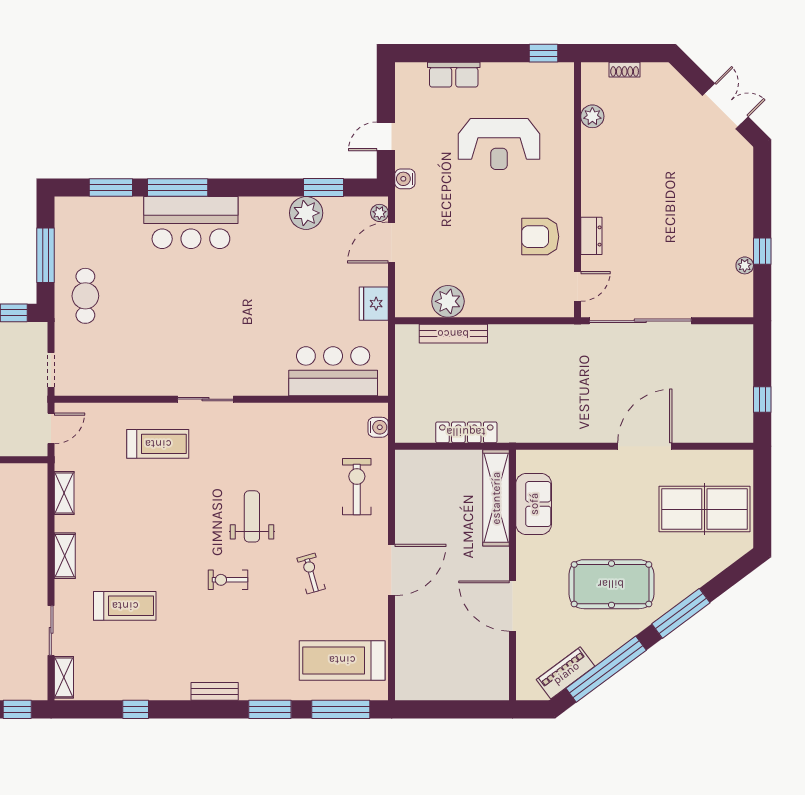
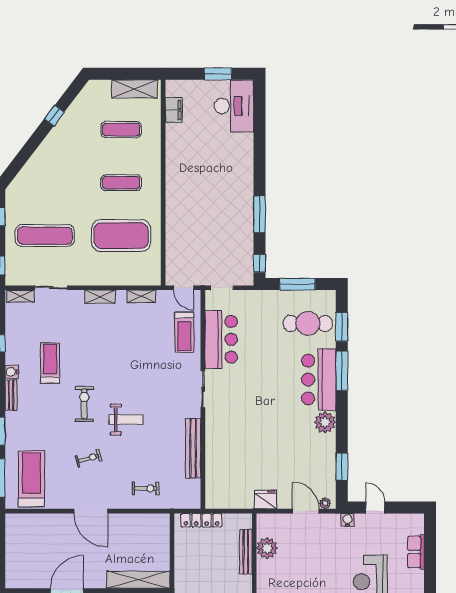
plant: (306, 213) -> (325, 422), moved
cafe table: (85, 296) -> (308, 323), moved, width x1.37, depth x1.35
bar counter: (333, 371) -> (221, 339), moved
bench: (296, 414) -> (193, 448), added
water cooler: (378, 427) -> (12, 372), moved, turned 90
locker: (466, 432) -> (201, 520), moved, turned 90
treadmill: (158, 444) -> (184, 332), moved
exercise bike: (357, 487) -> (145, 488), width x0.73, depth x0.72
exercise bike: (228, 580) -> (84, 404), width x1.38, depth x1.39
treadmill: (125, 606) -> (50, 363), moved, turned 180

